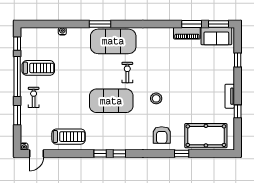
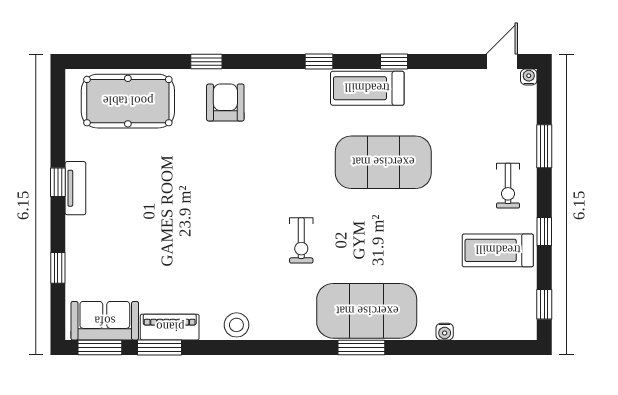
exercise mat: (113, 41) -> (367, 311), moved
window: (17, 77) -> (544, 232), width x0.32
stool: (156, 98) -> (236, 325), moved
exercise mat: (111, 101) -> (383, 162), moved
window: (238, 111) -> (58, 182), moved
treadmill: (69, 137) -> (367, 88), moved
window: (100, 154) -> (394, 62), moved
window: (182, 154) -> (206, 62), moved

